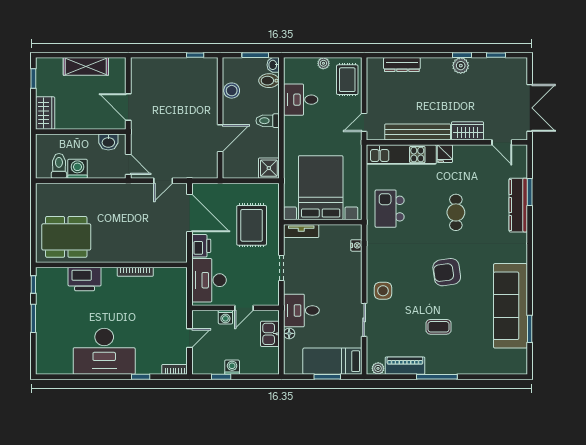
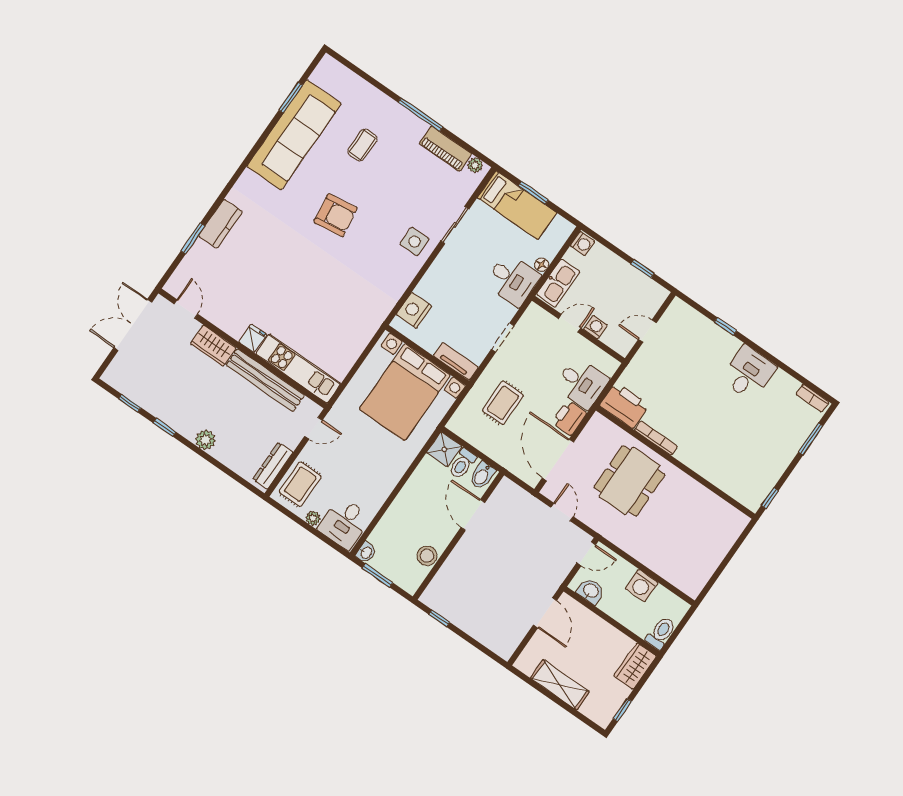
dresser: (402, 65) -> (273, 466), moved, turned -90
plant: (461, 66) -> (205, 440), moved
bidet: (269, 81) -> (482, 475), moved, turned 90
desk: (301, 100) -> (345, 523), moved, turned 90
toilet: (268, 121) -> (462, 464), moved, turned 90
door: (220, 138) -> (473, 515), hinge flipped
door: (128, 164) -> (586, 554), swing flipped
toilet: (59, 166) -> (661, 633), moved, turned 180
door: (163, 181) -> (562, 512), hinge flipped
kitchen counter: (518, 205) -> (220, 224), width x0.67
kitchen island: (390, 209) -> (349, 321), removed
cafe table: (456, 212) -> (283, 270), removed
rug: (252, 225) -> (503, 403), width x0.73, depth x0.70
dining table: (66, 237) -> (629, 481), moved, turned 90
nightstand: (356, 245) -> (414, 310), width x1.89, depth x1.79
printer: (85, 279) -> (624, 405), moved
desk: (209, 280) -> (582, 383), width x0.73
window: (33, 318) -> (811, 439), moved
coffee table: (439, 327) -> (362, 145), moved, turned 90
kitchen sink: (270, 334) -> (558, 283), width x1.38
desk: (104, 351) -> (748, 373), width x0.53, depth x0.77
washing machine: (232, 367) -> (583, 244), moved, turned -90
bookcase: (175, 369) -> (812, 398), moved

